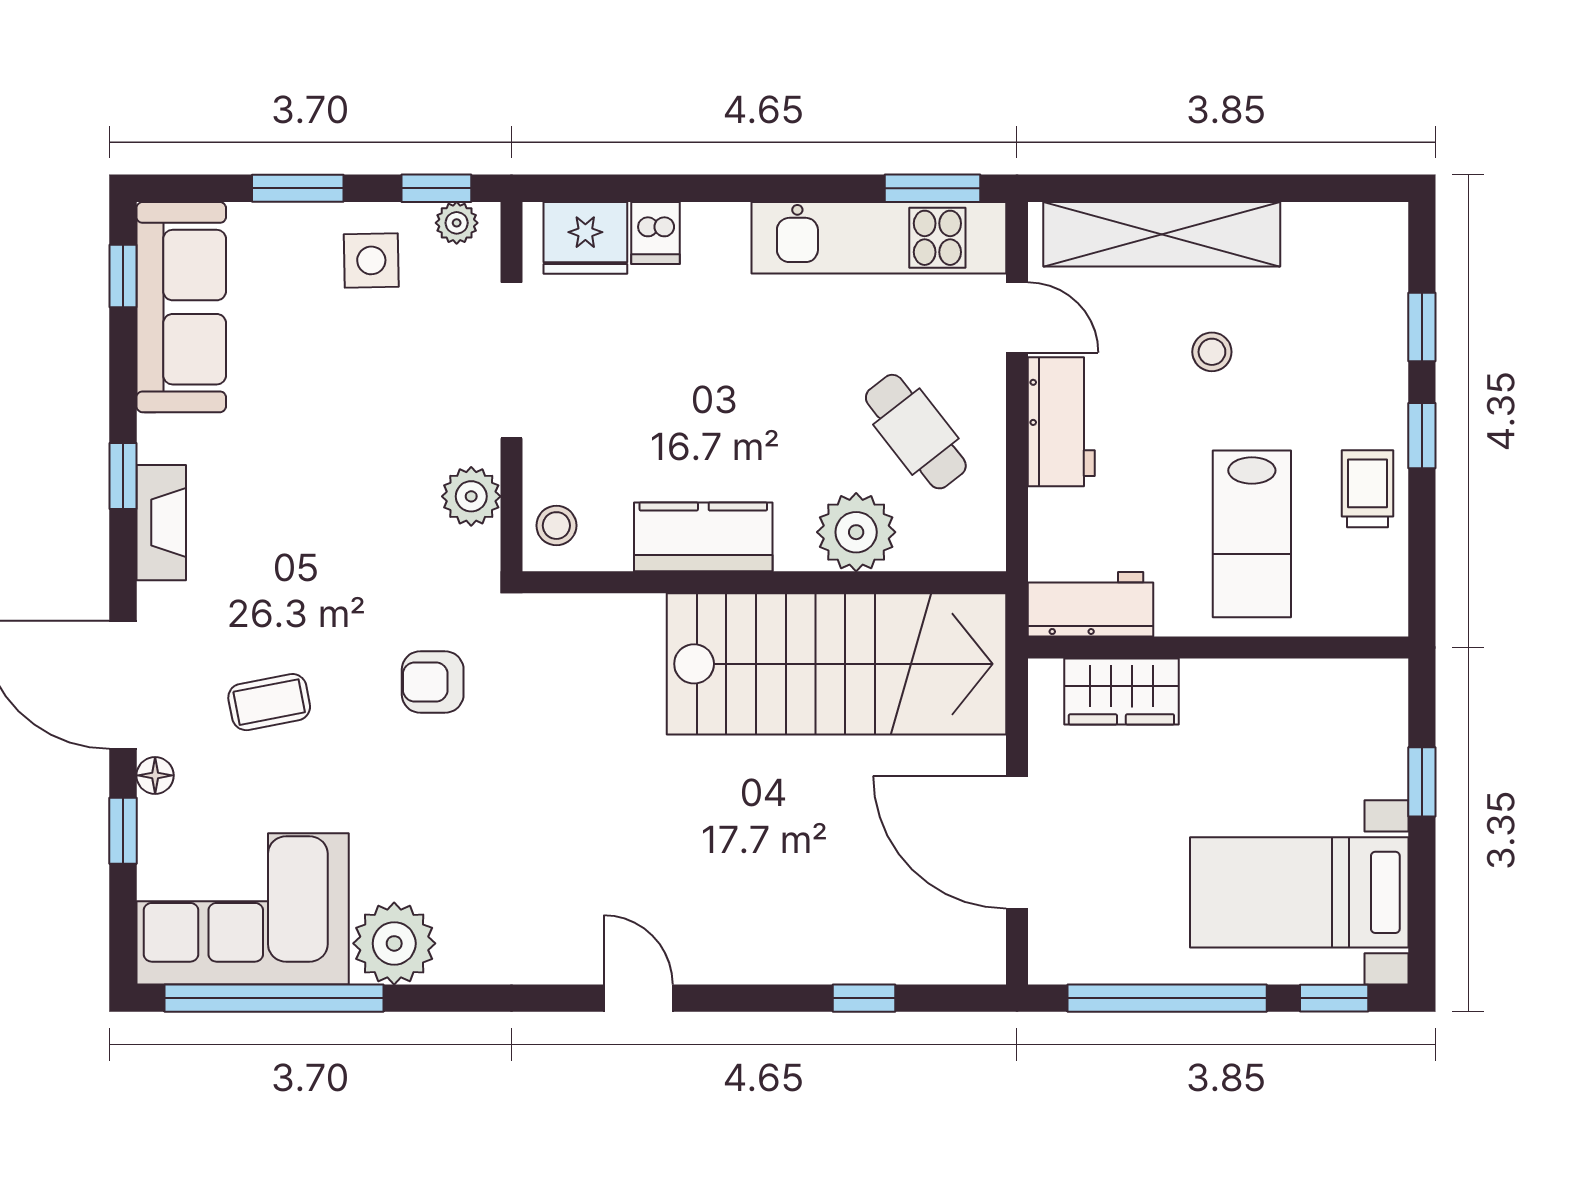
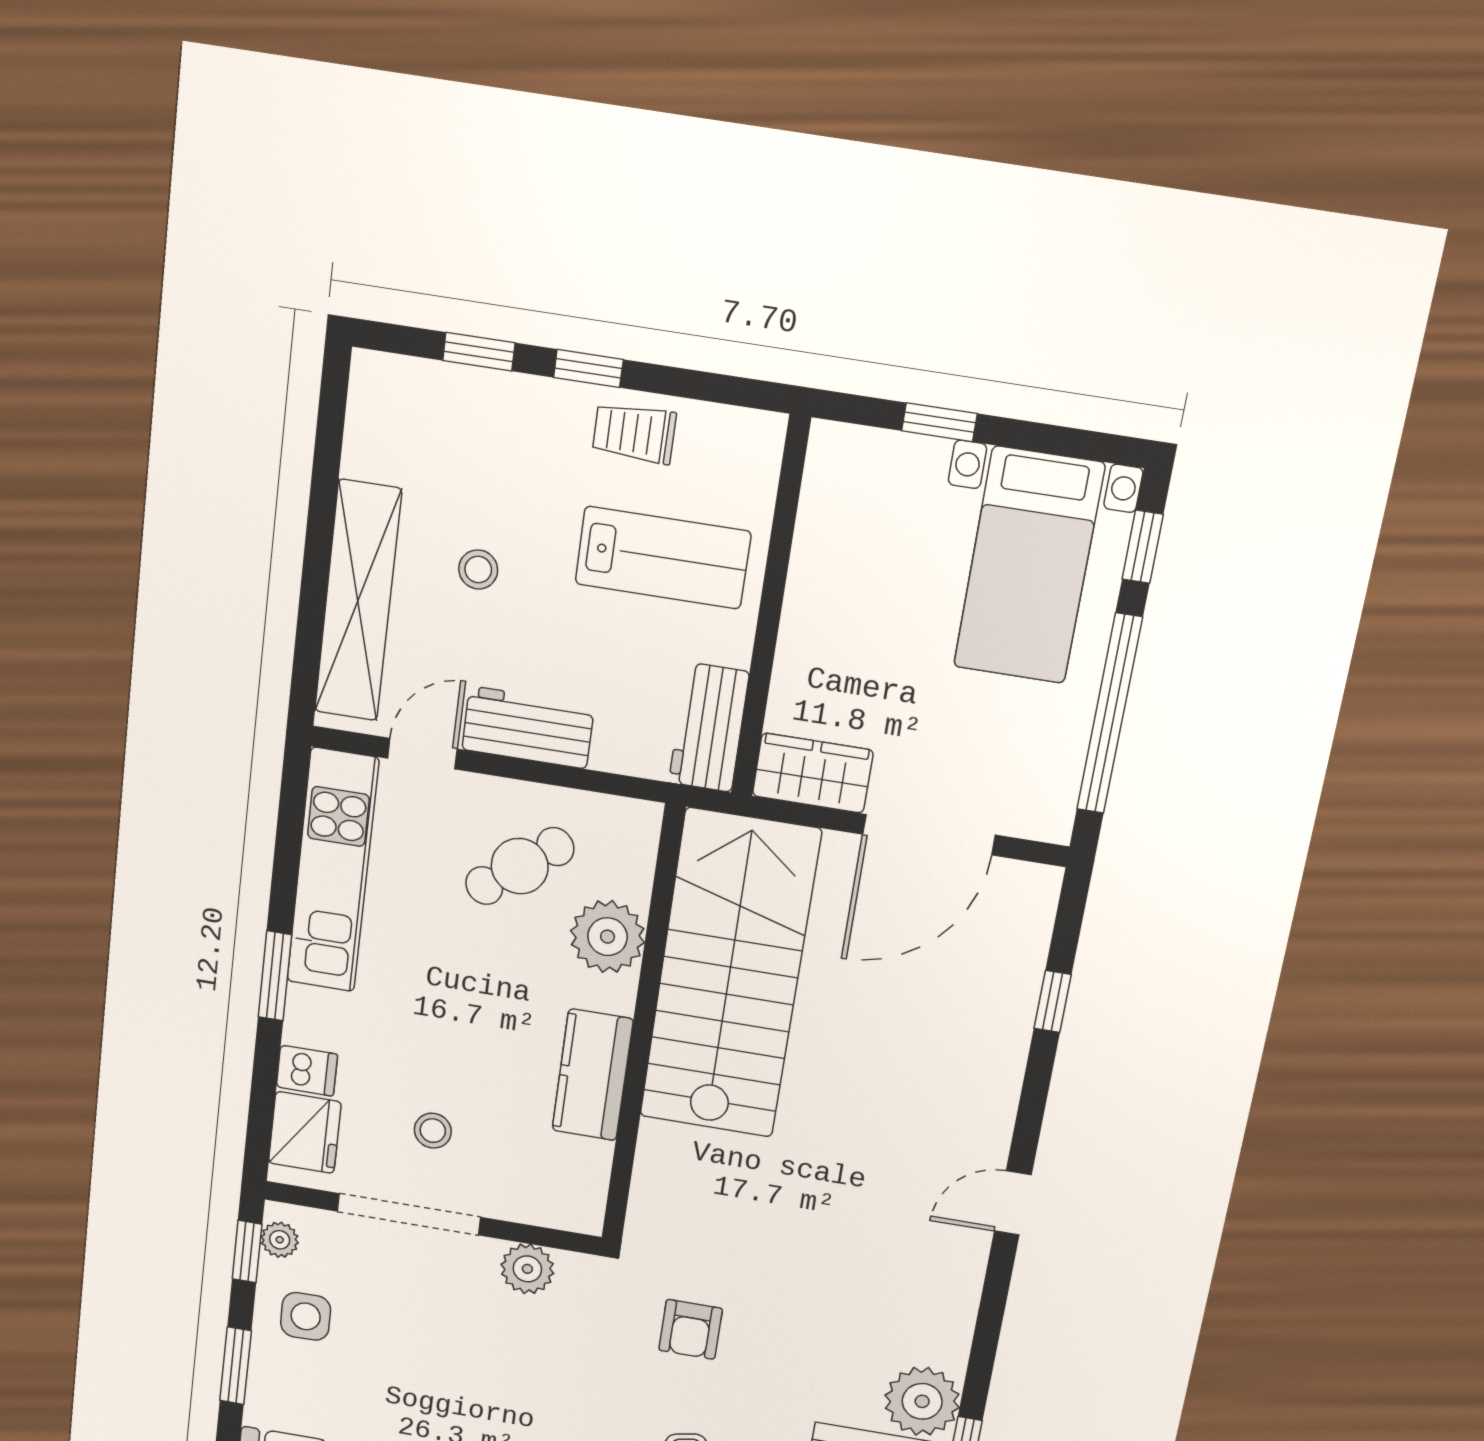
window: (933, 188) -> (275, 976), moved
stool: (556, 526) -> (433, 1131), moved
wardrobe: (1121, 692) -> (813, 773), moved, turned -90

